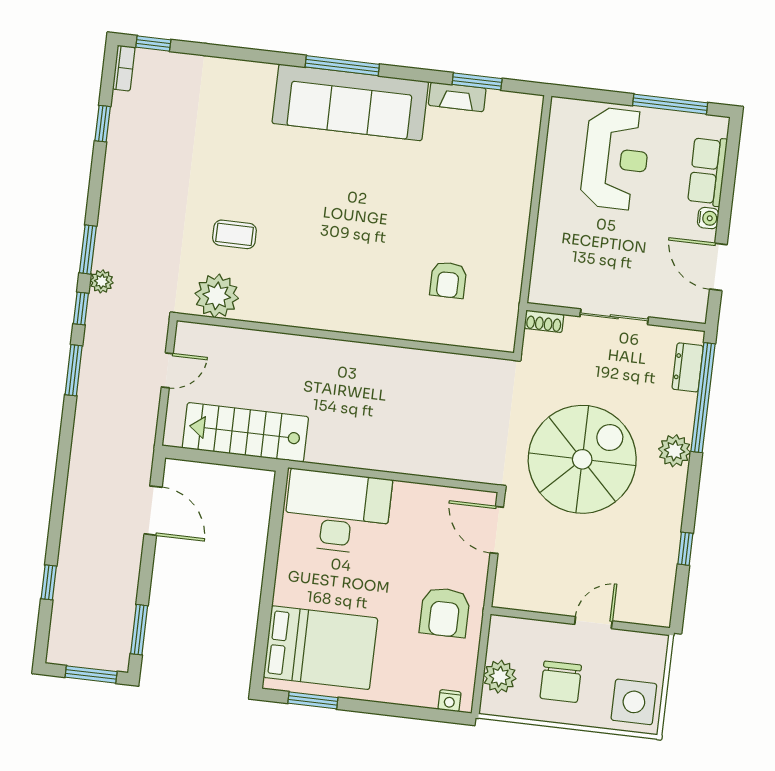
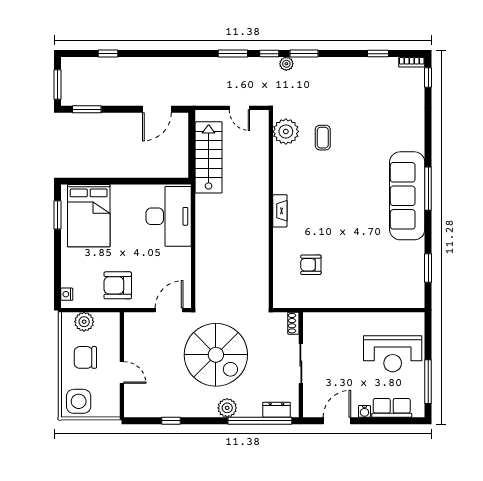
fireplace: (457, 97) -> (280, 211), moved, turned 180

